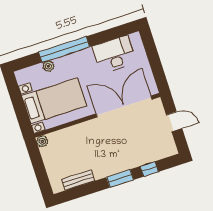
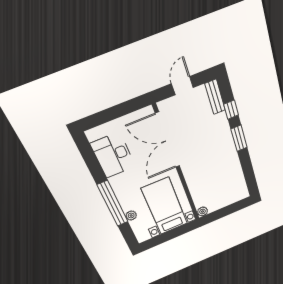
bench: (78, 180) -> (215, 97), moved

